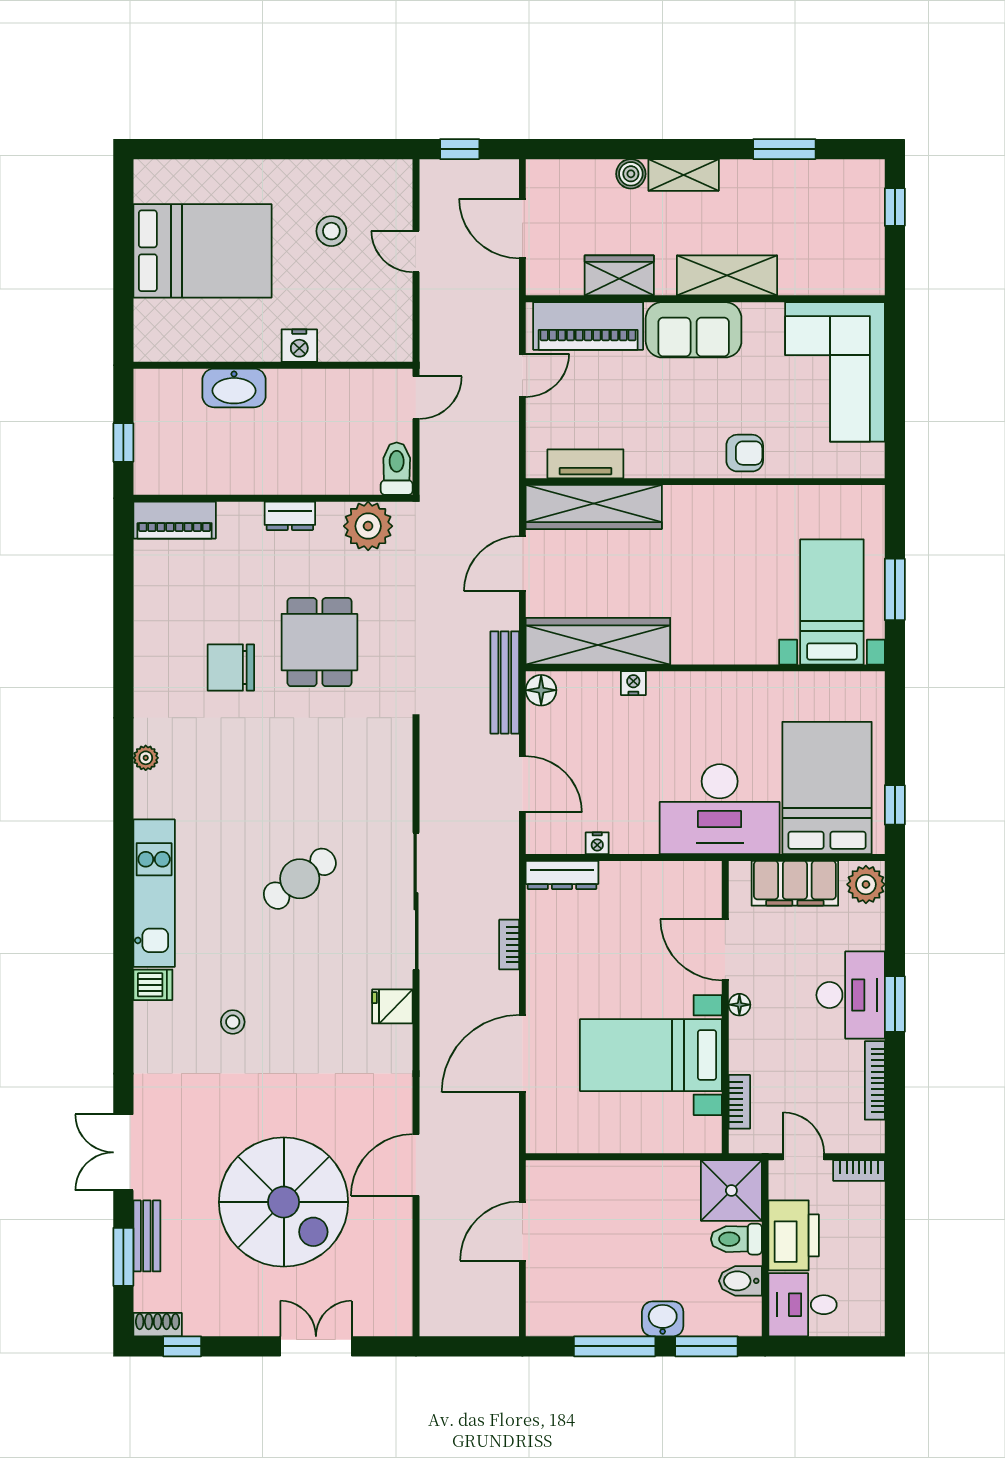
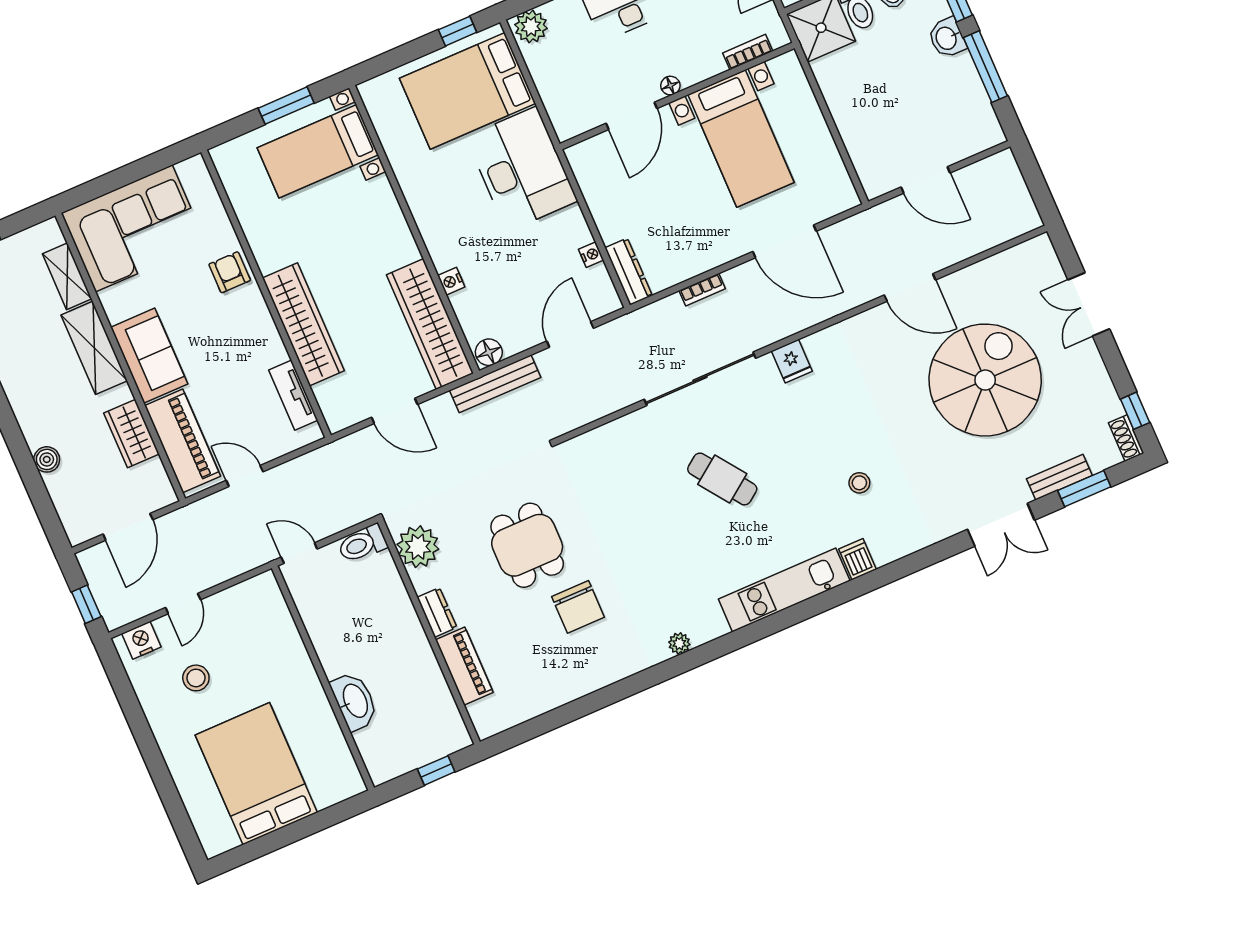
shelving: (684, 175) -> (67, 276), moved
nightstand: (299, 346) -> (141, 640), moved, turned -90
wardrobe: (594, 507) -> (303, 324), moved
piano: (175, 520) -> (464, 666), moved
dining table: (319, 642) -> (527, 545), turned 90
filing cabinet: (795, 883) -> (555, 83), removed

